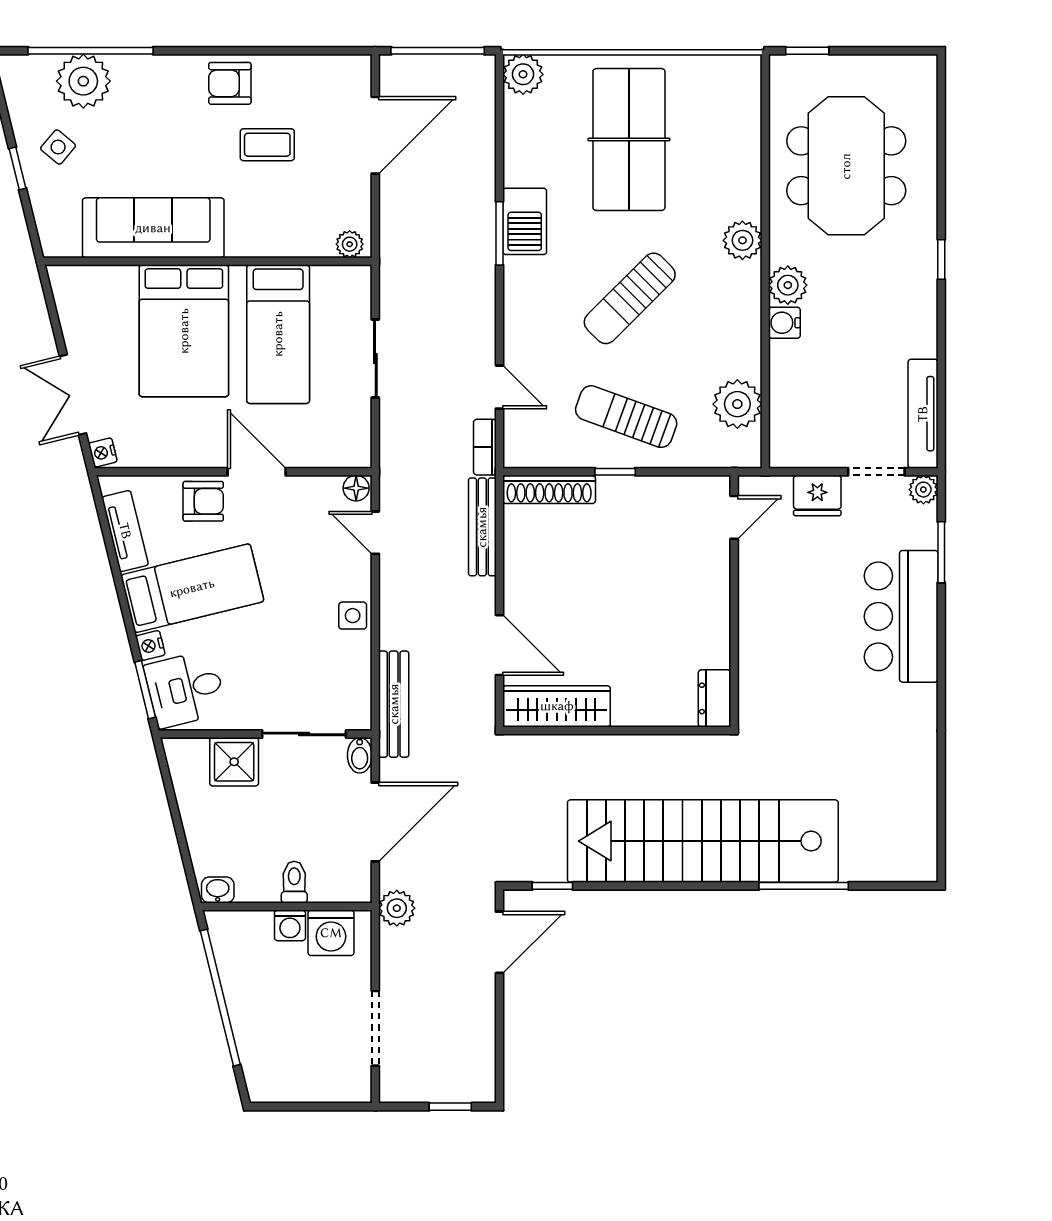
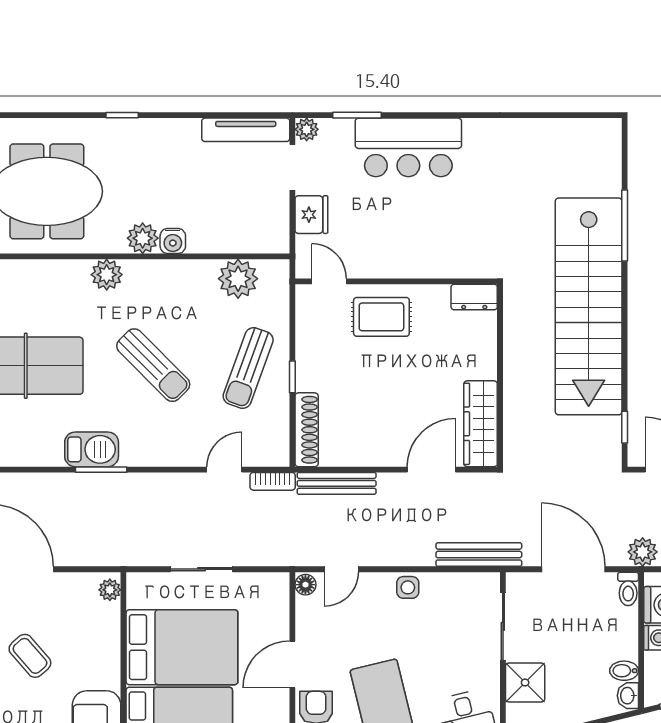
coffee table: (267, 145) -> (30, 656), turned -41
bed: (278, 334) -> (182, 647), width x1.50
rug: (690, 583) -> (381, 317), added
bidet: (360, 755) -> (624, 671), moved, turned 180
toilet: (294, 882) -> (628, 589), moved, turned -90

